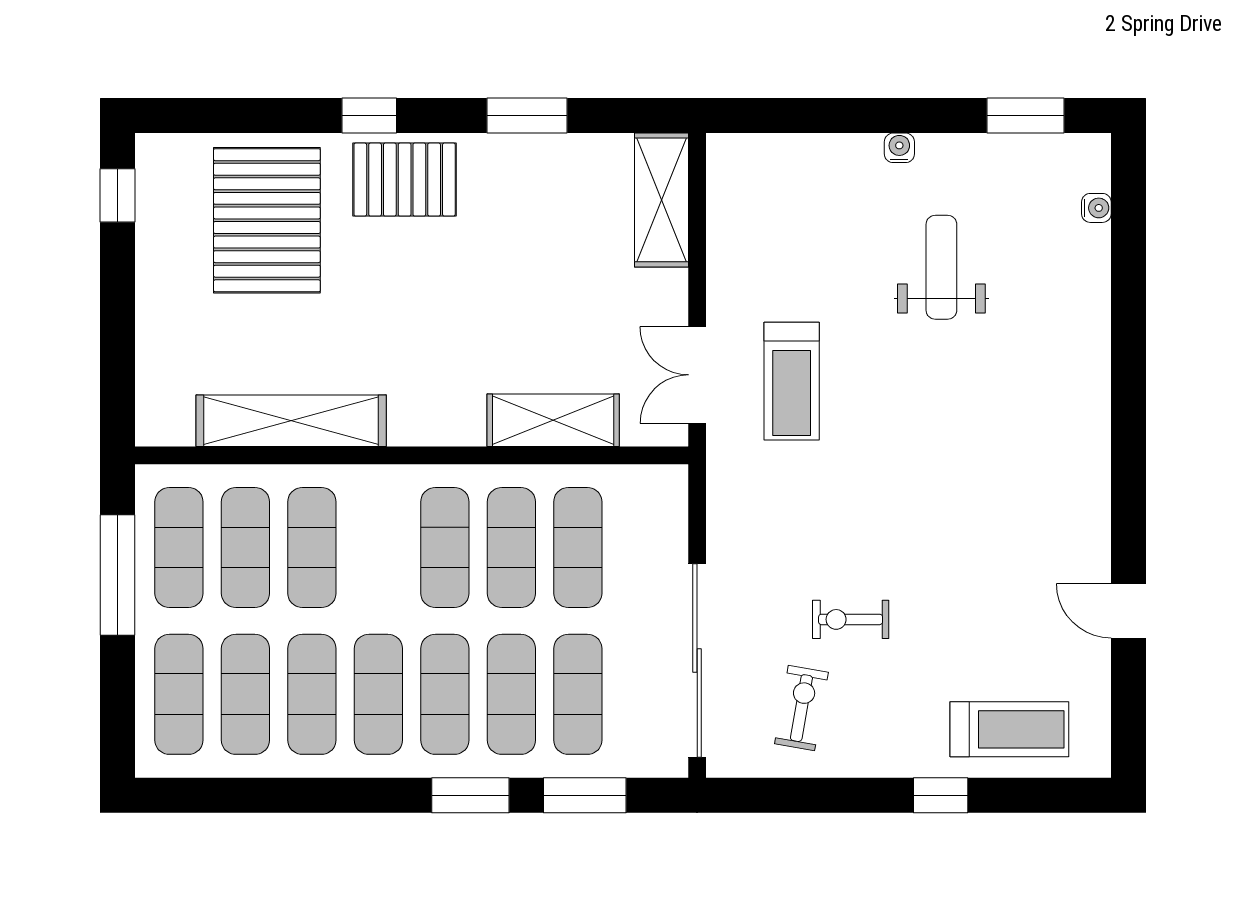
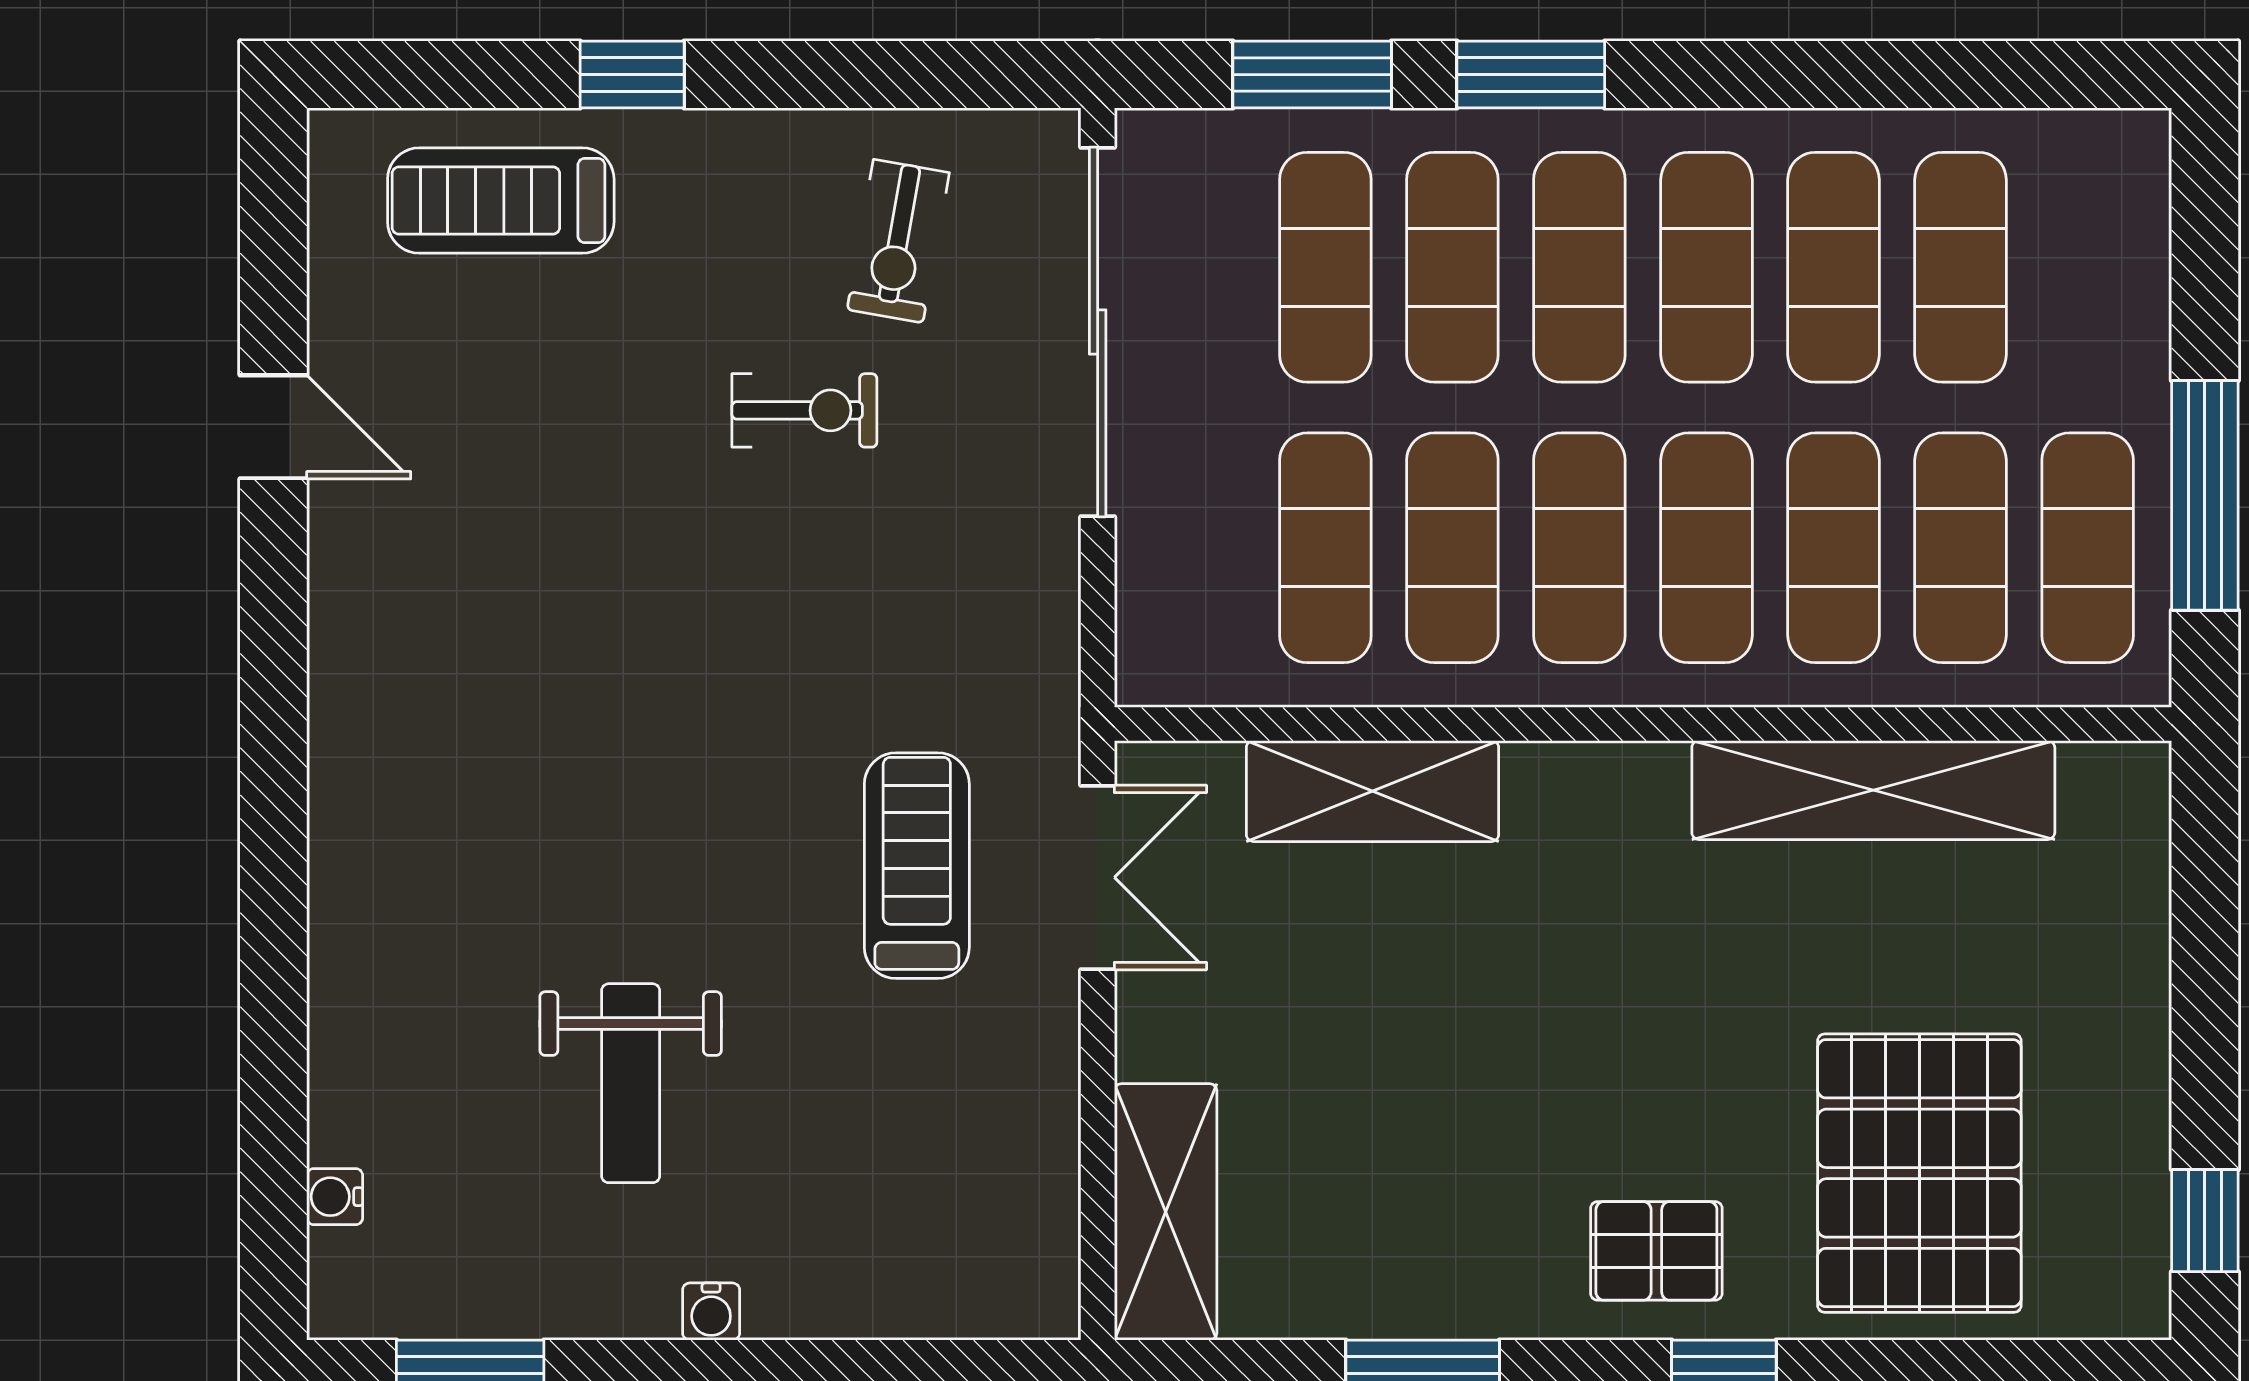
pallet: (405, 180) -> (1656, 1251), width x0.67, depth x0.71
exercise mat: (179, 694) -> (1706, 548), moved

